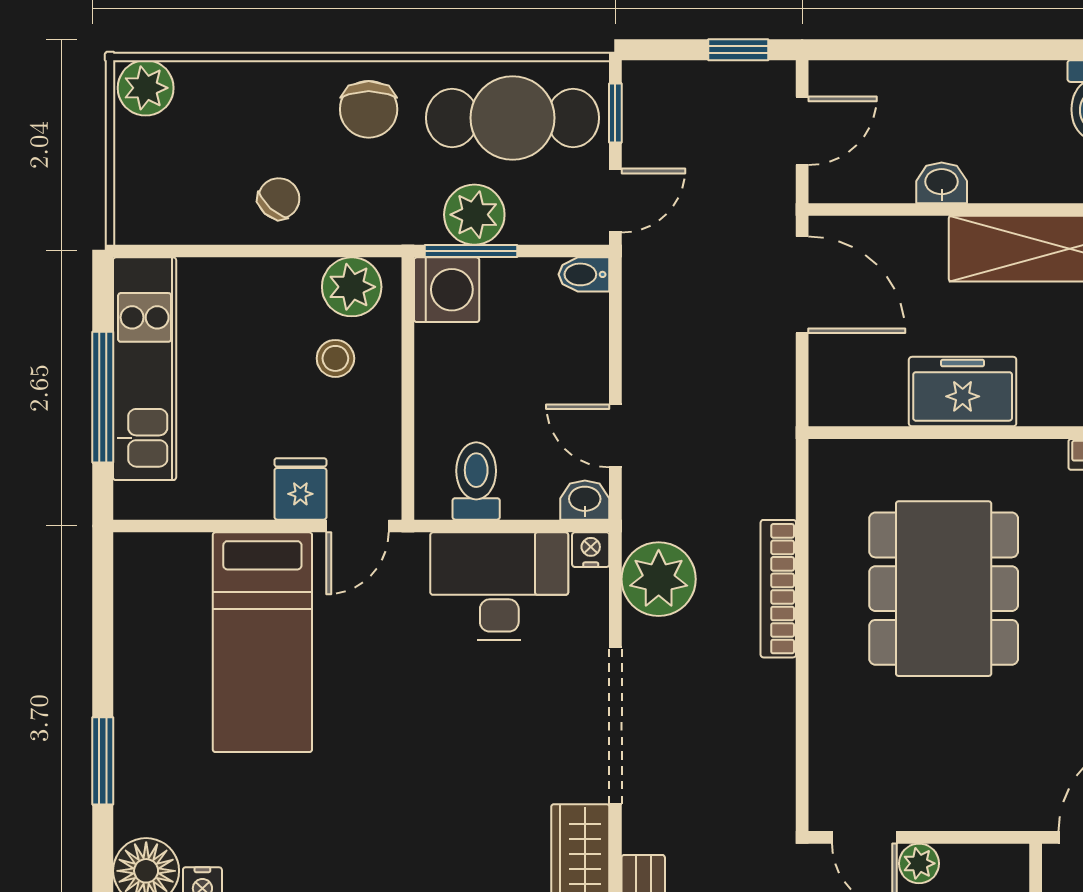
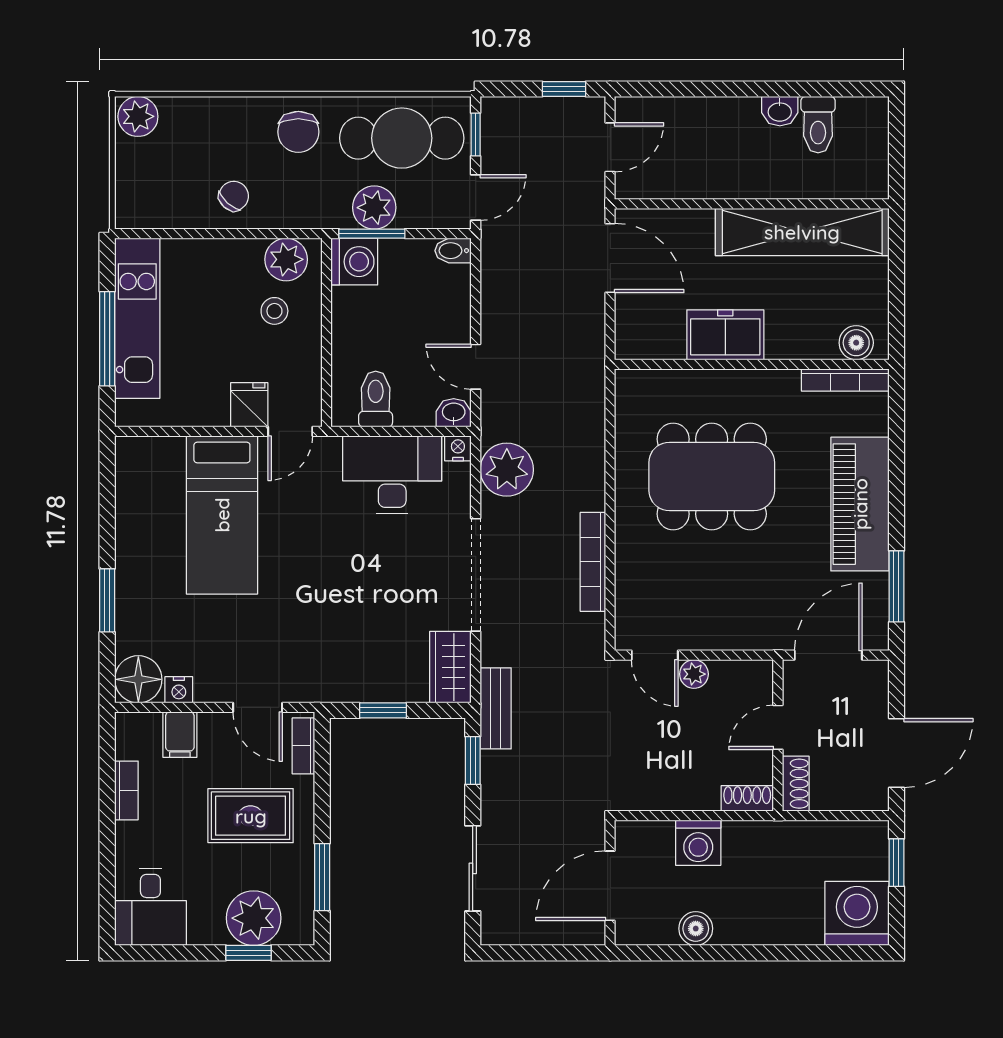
washbasin: (942, 183) -> (780, 111), moved, turned 180
bookcase: (778, 589) -> (593, 562), moved
dining table: (944, 589) -> (712, 476), turned 90

